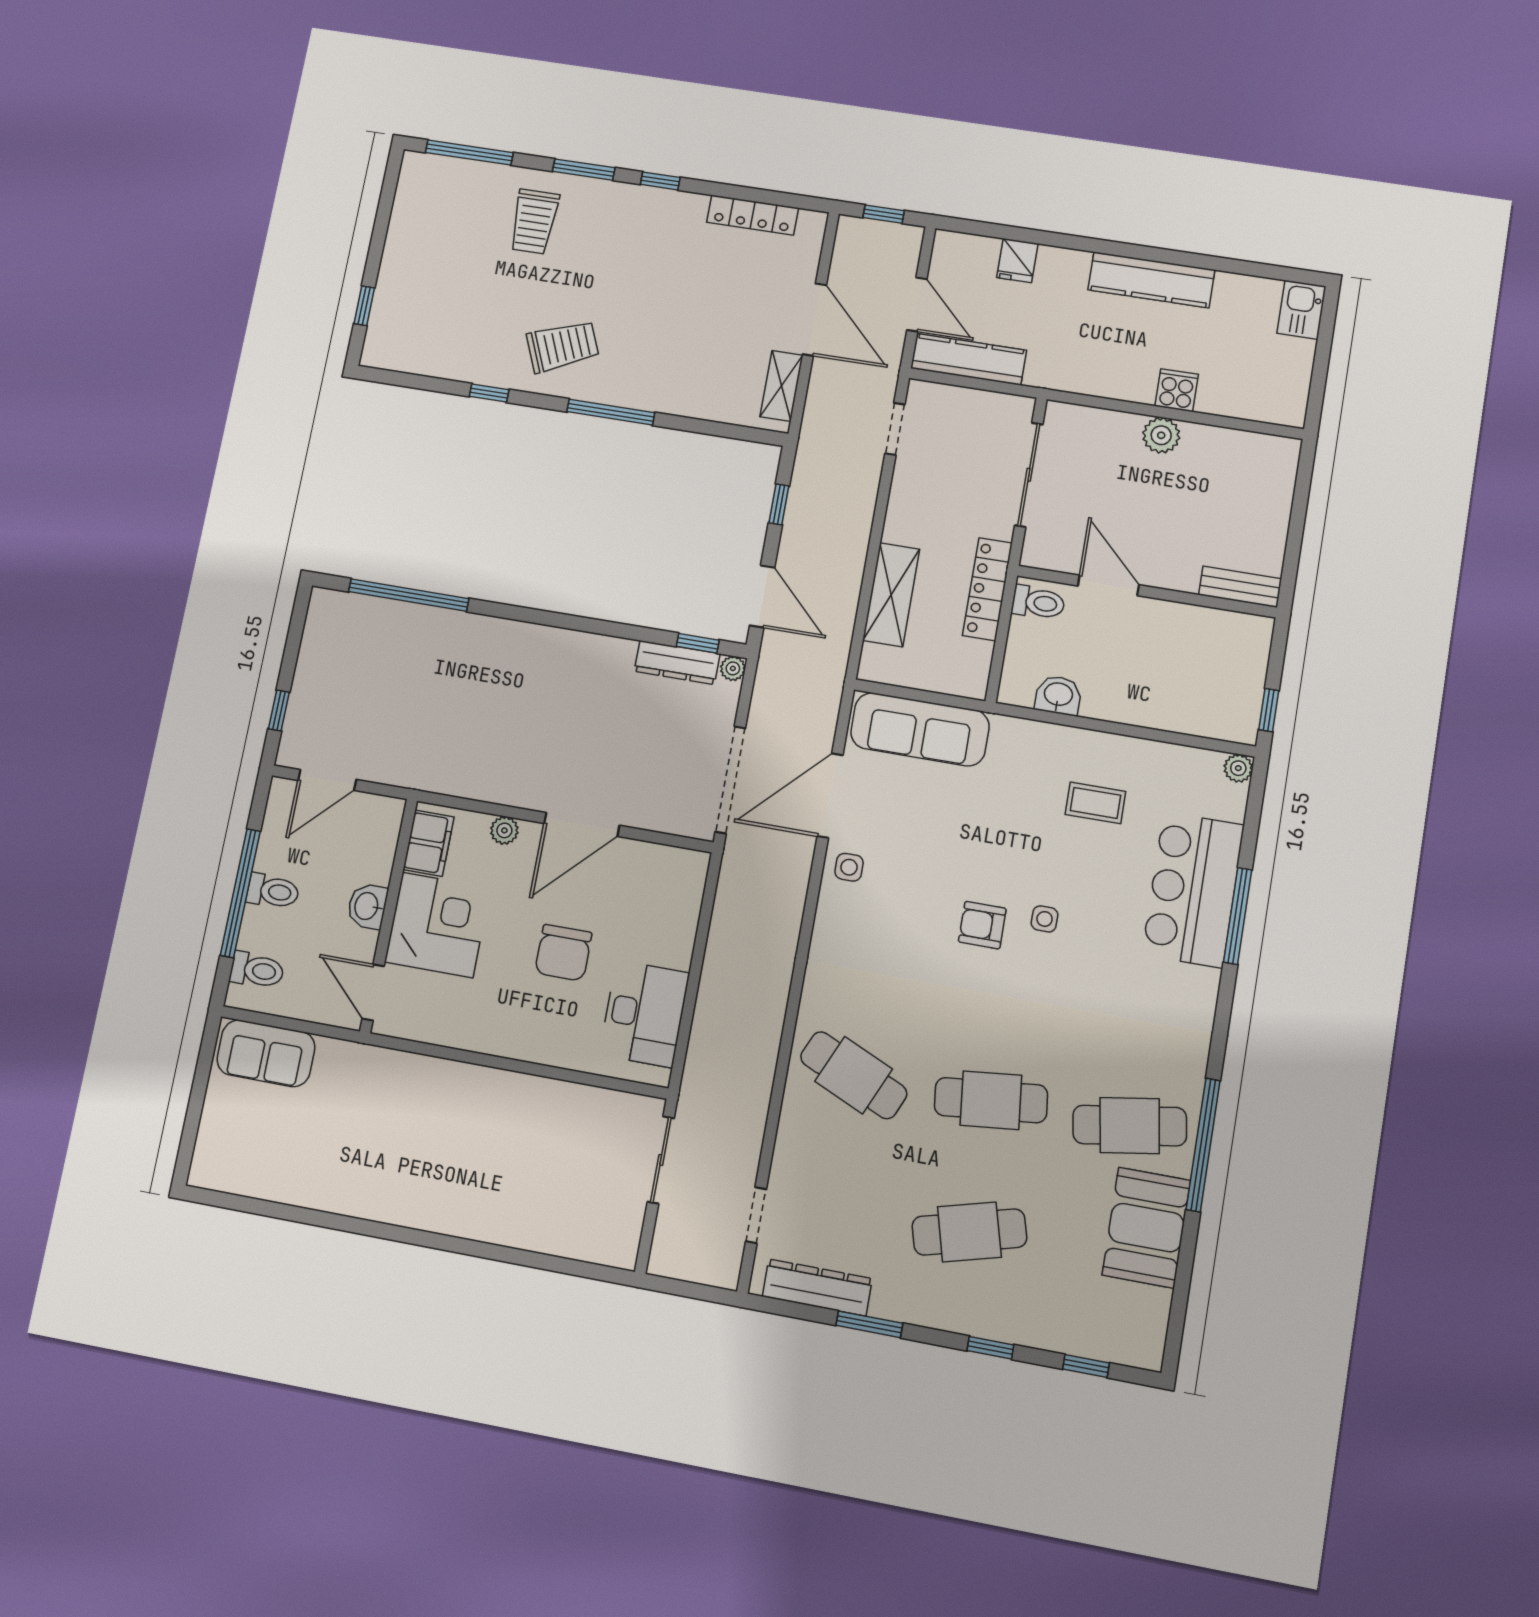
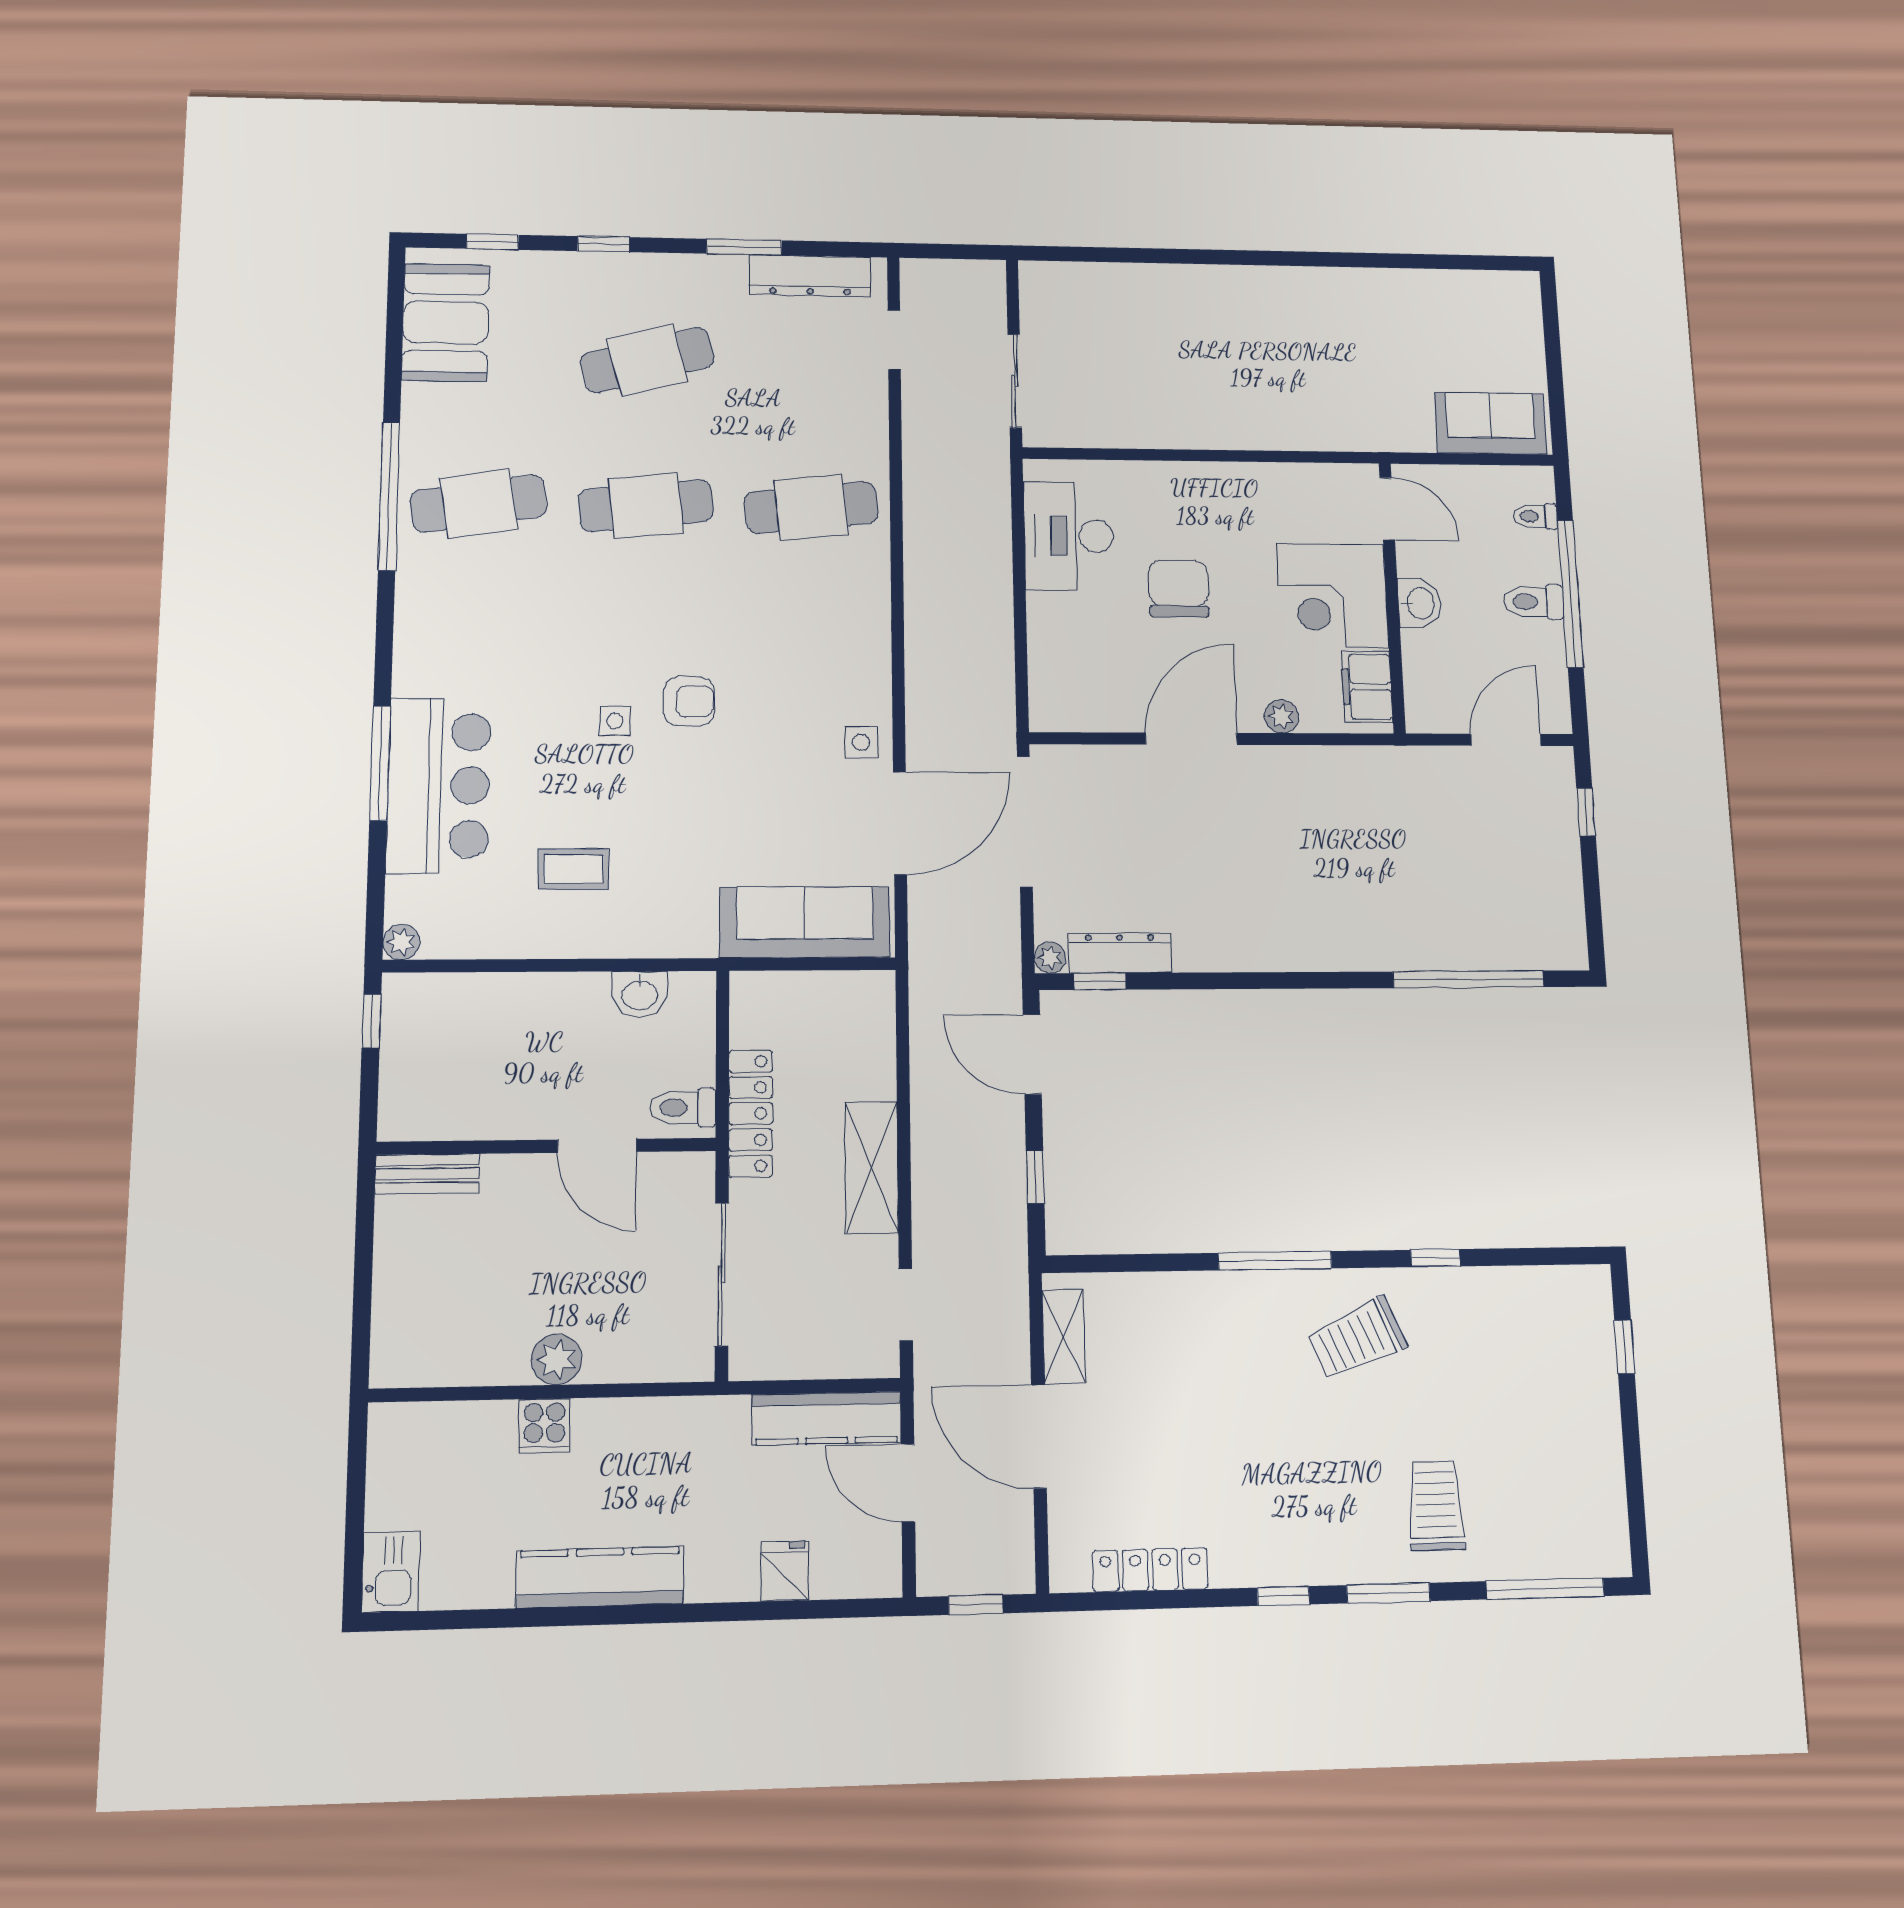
shelving: (891, 595) -> (872, 1168), moved
toilet: (257, 970) -> (1535, 516), width x0.73, depth x0.72
cafe table: (854, 1075) -> (811, 508), turned -30
booth: (1146, 1228) -> (446, 322), moved

